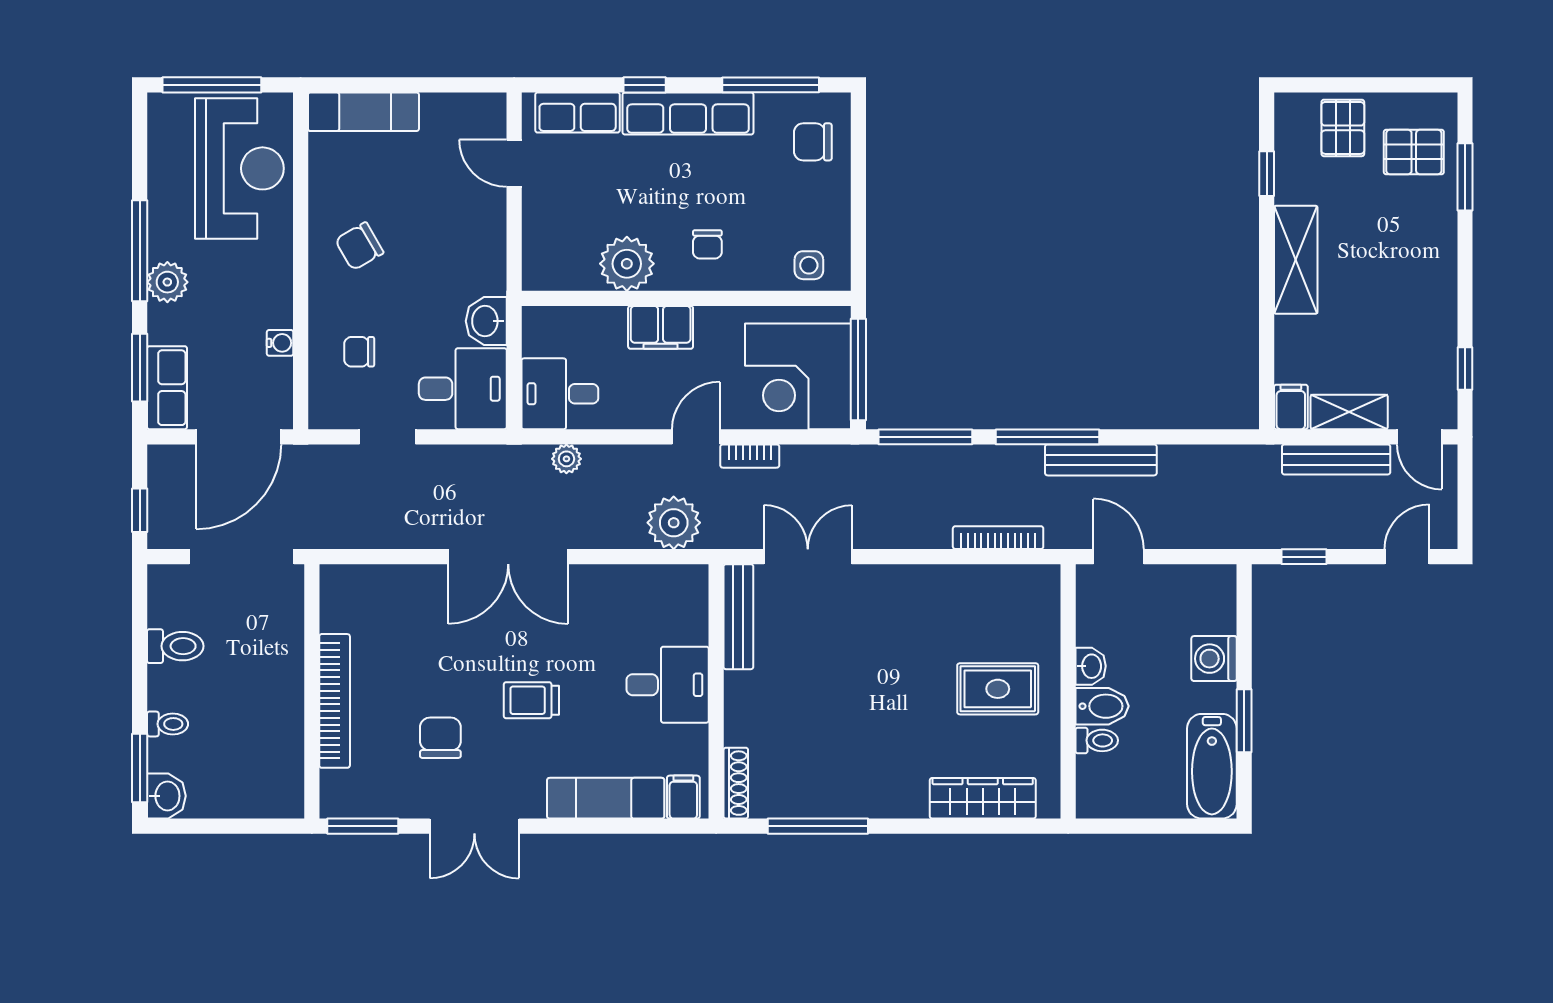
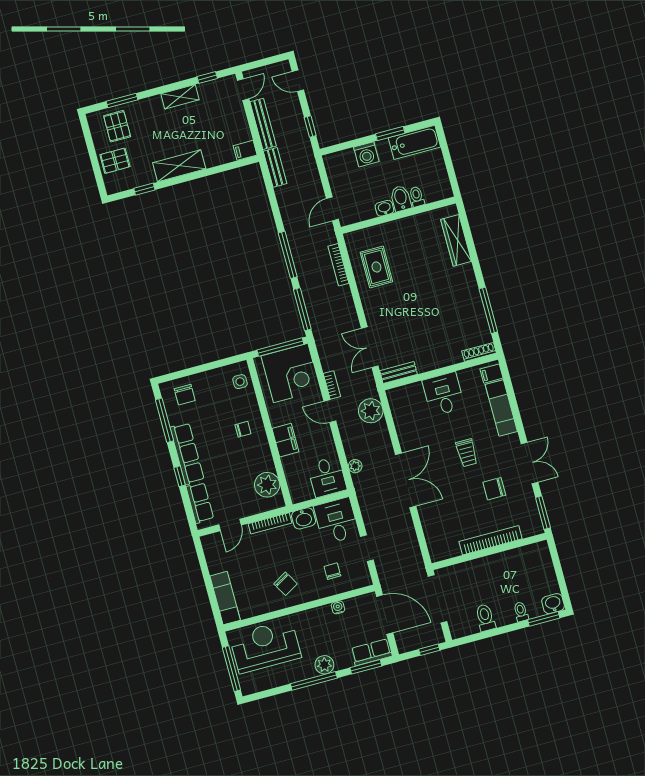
bookcase: (495, 248) -> (270, 523), added
plant: (627, 264) -> (267, 485), moved
chair: (359, 352) -> (332, 571), turned 180
shelving: (1349, 412) -> (180, 97), moved, turned 90
bench: (1101, 460) -> (275, 167), moved, width x0.73
bench: (738, 617) -> (398, 372), width x0.73
rug: (998, 689) -> (376, 267), moved

